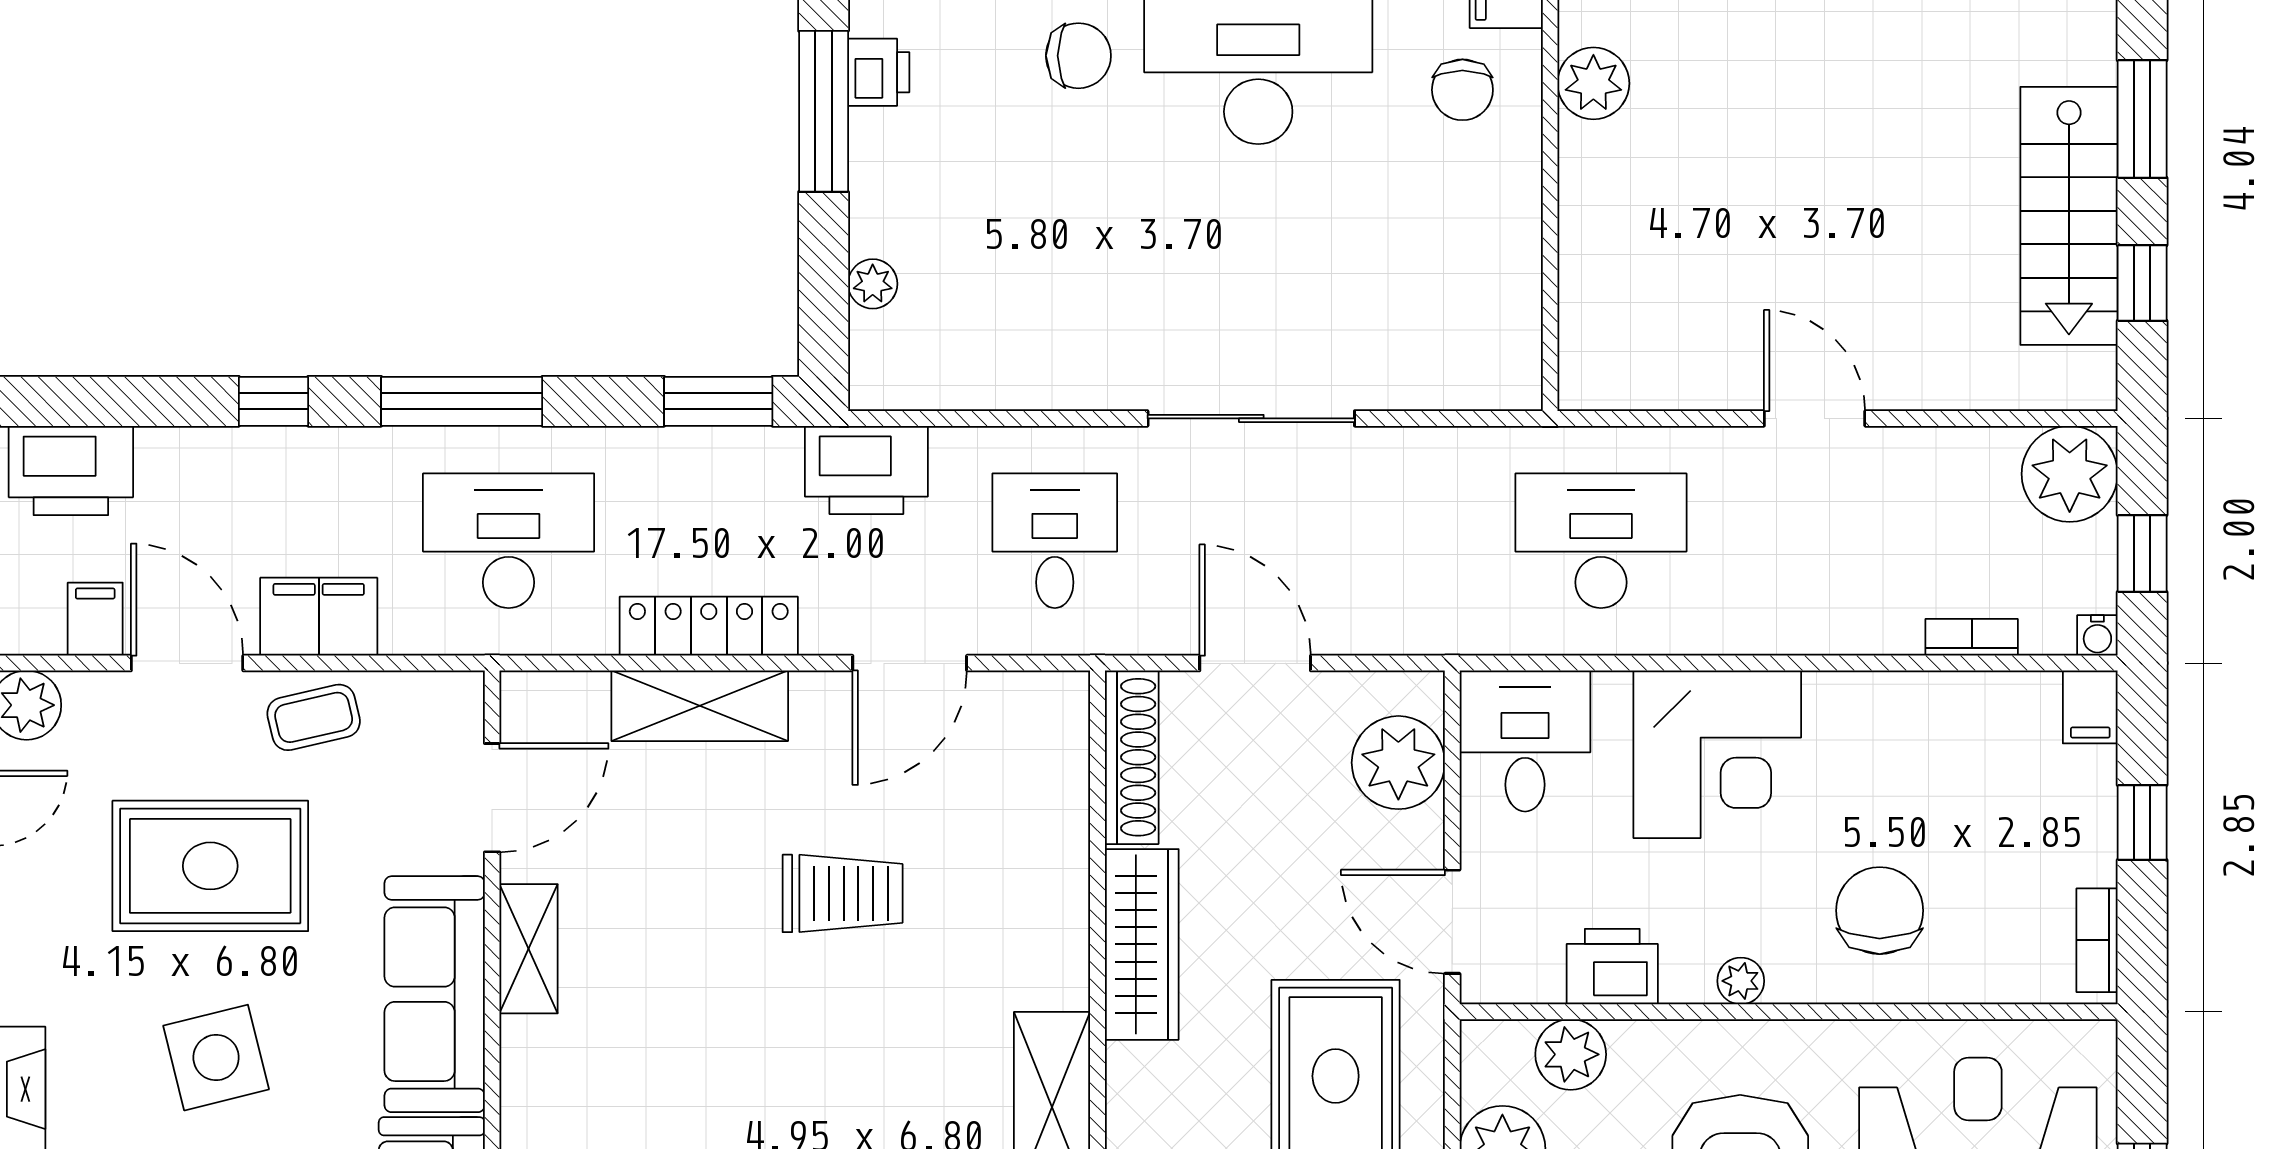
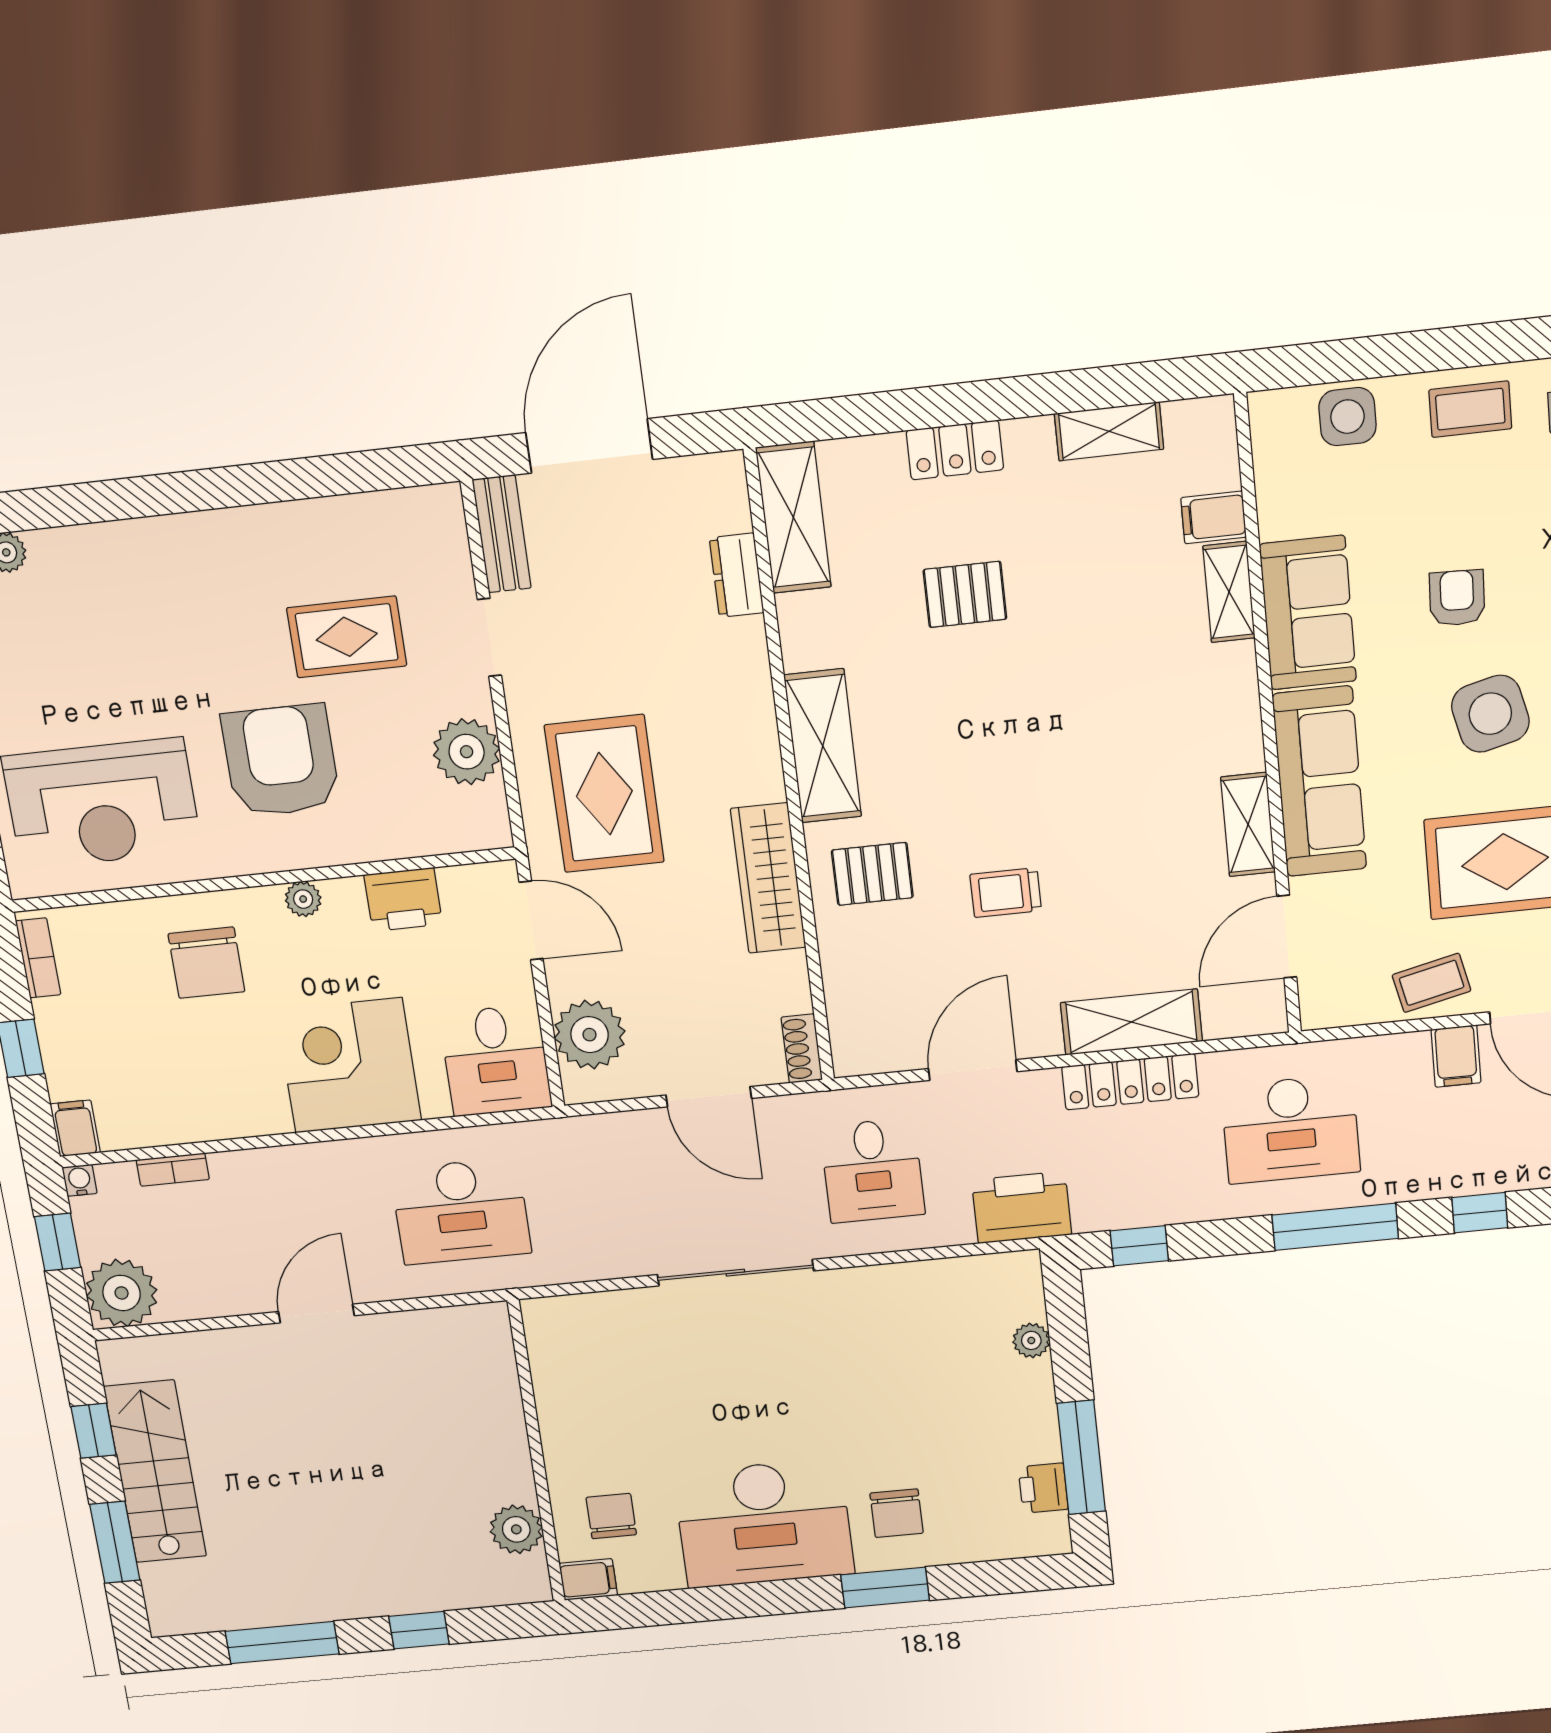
chair: (1078, 56) -> (897, 1513), turned -90
window: (718, 401) -> (1139, 1246), width x0.67
door: (1815, 418) -> (316, 1314), swing flipped
filing cabinet: (319, 617) -> (1456, 1056), width x0.50
shoe rack: (1132, 757) -> (802, 1049), width x0.51, depth x0.81
trolley: (843, 893) -> (1006, 893), width x0.73, depth x0.72
pallet: (1009, 936) -> (872, 874), added
plant: (1571, 1054) -> (425, 830), removed

